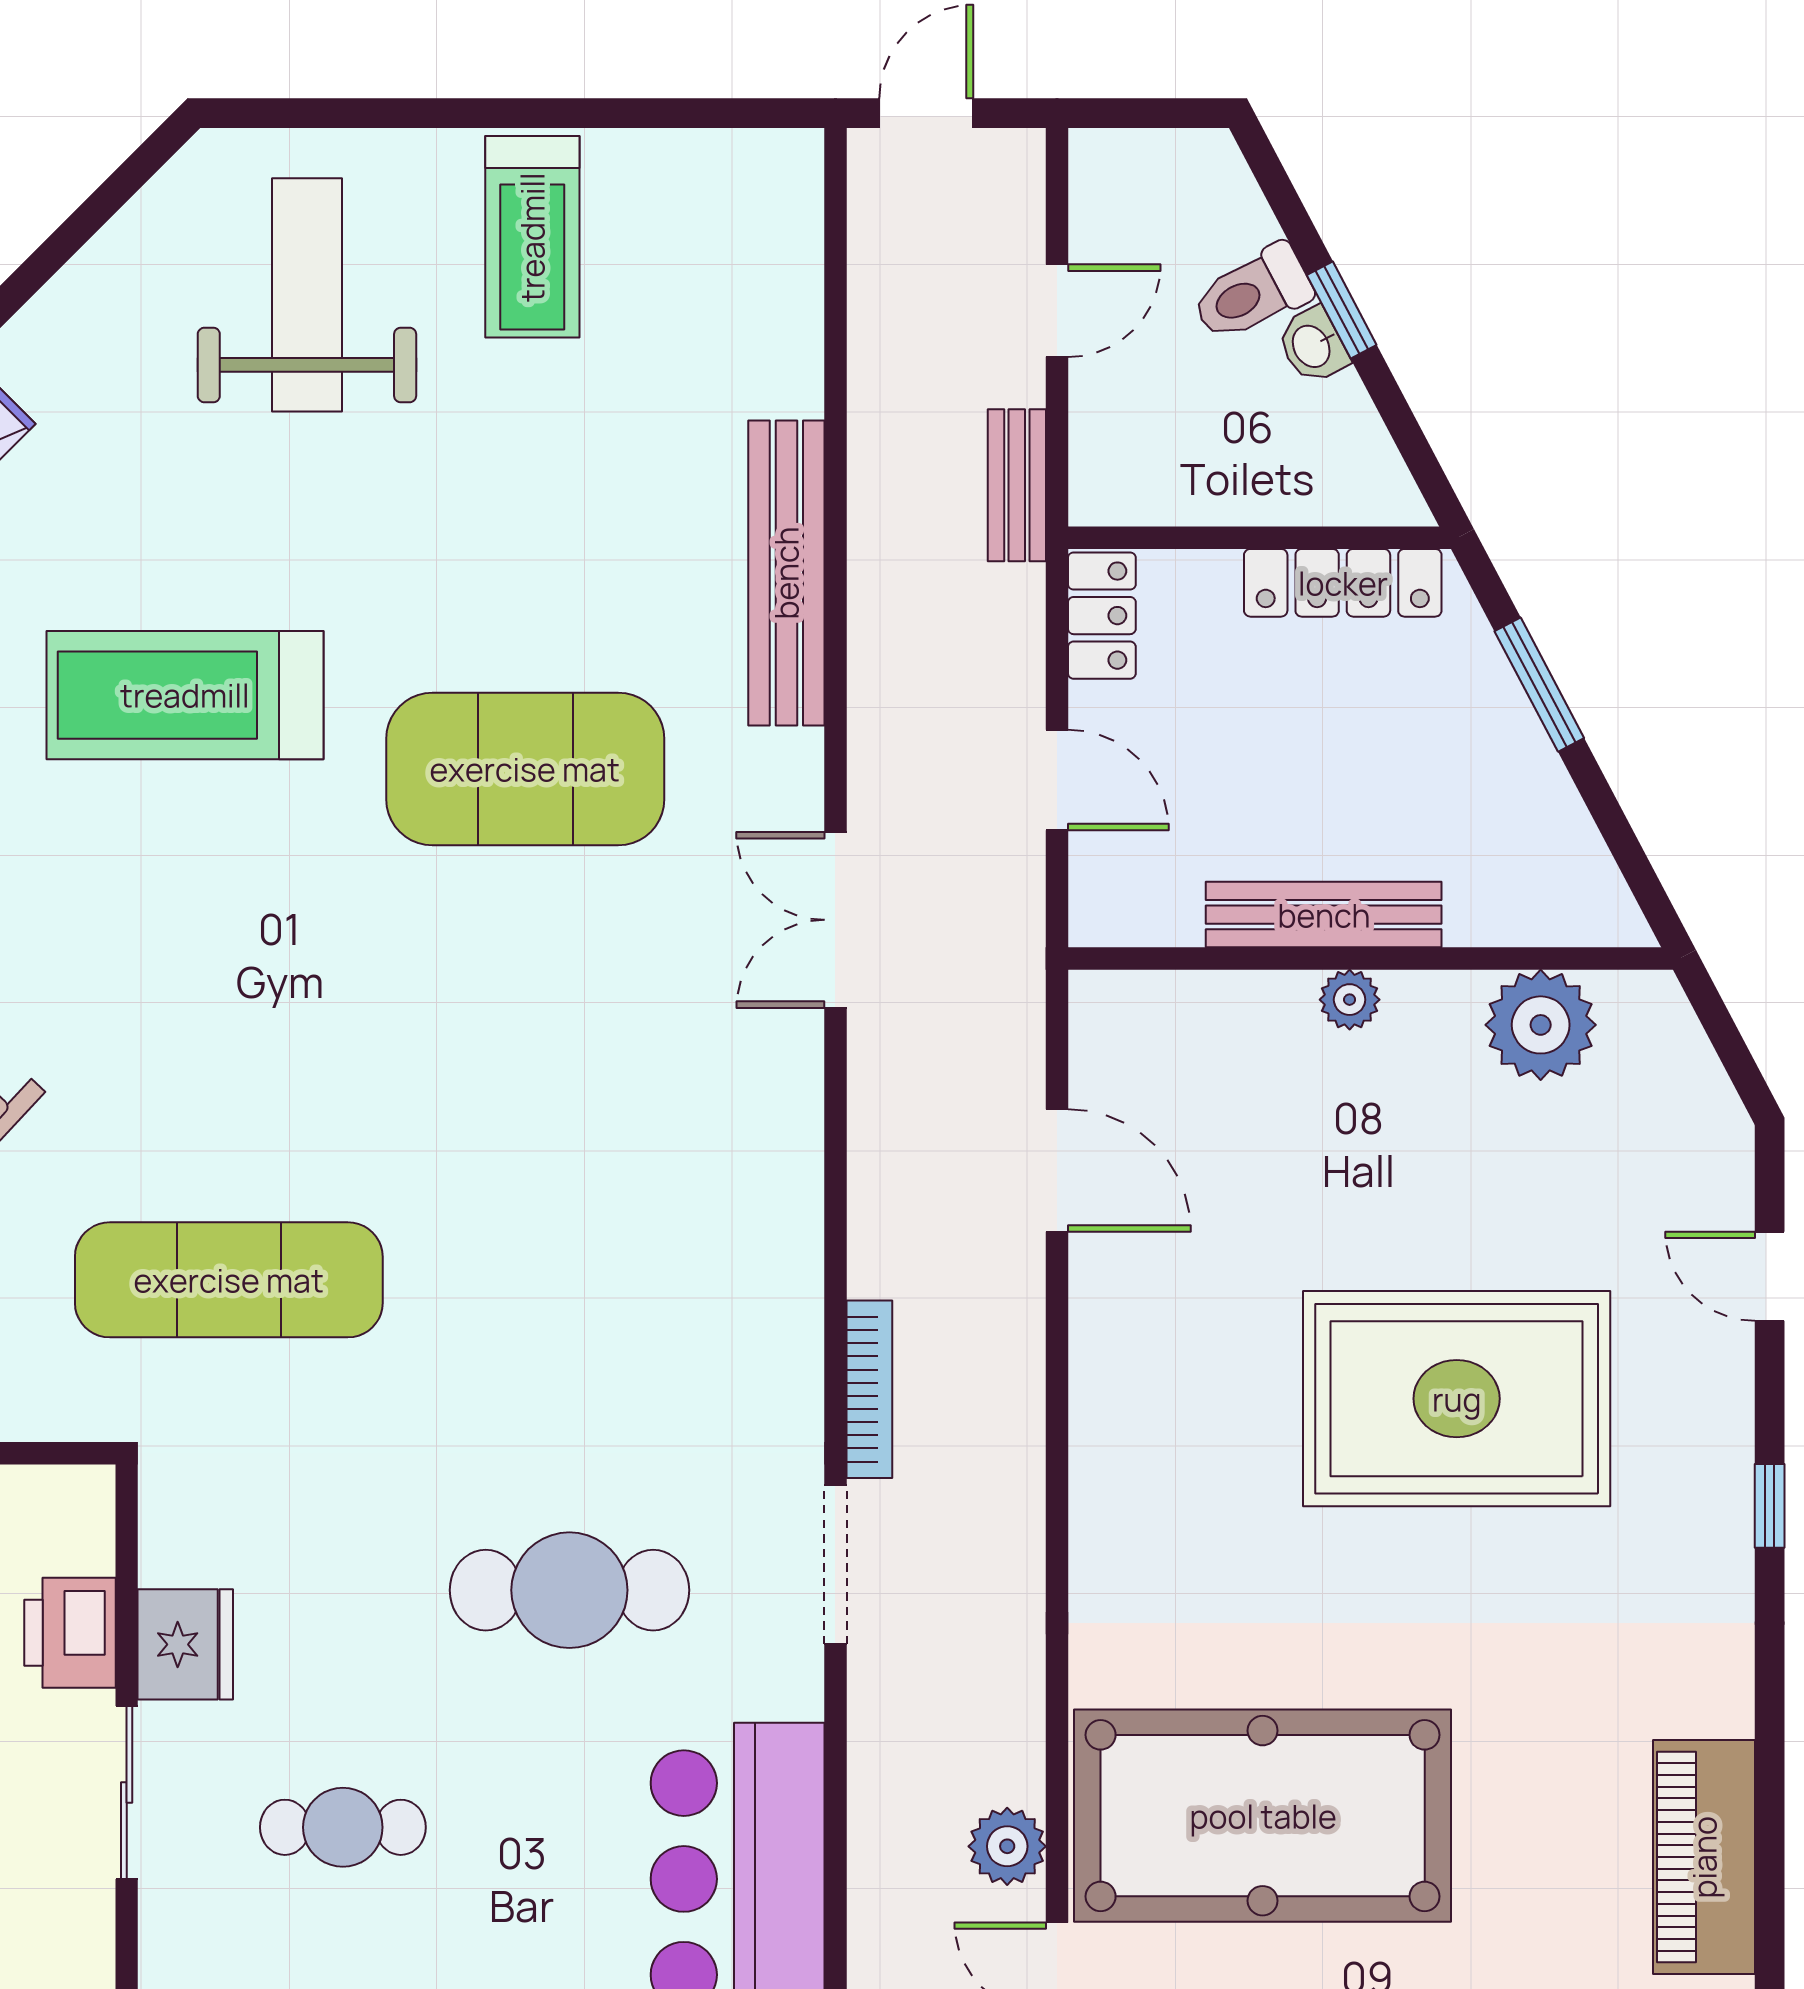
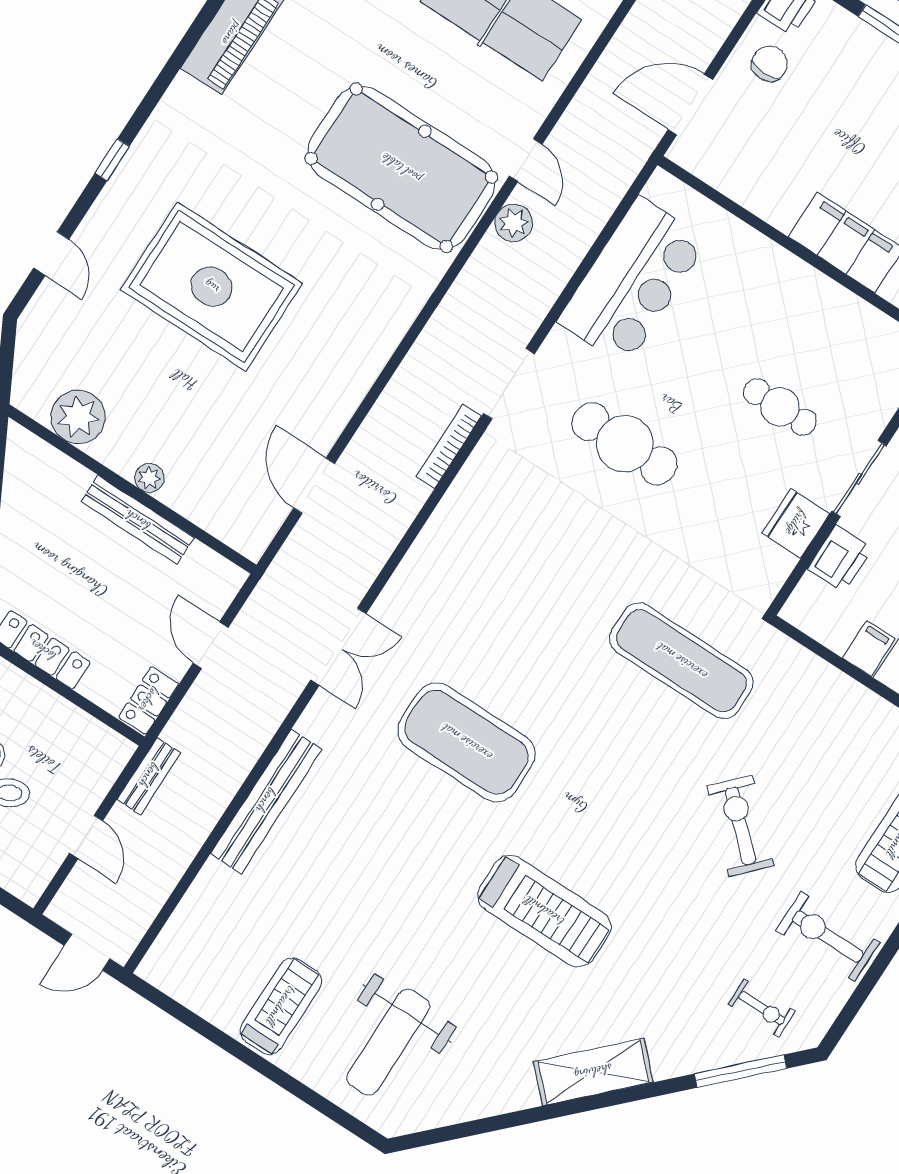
door: (1057, 311) -> (86, 837), swing flipped
exercise mat: (525, 769) -> (466, 742), moved

